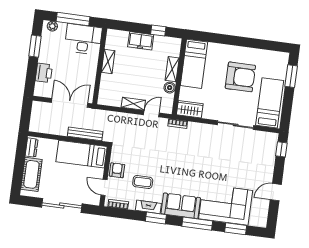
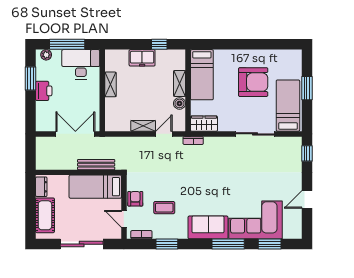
printer: (44, 73) -> (44, 91), moved
window: (291, 76) -> (307, 88), moved
fireplace: (148, 207) -> (174, 233), removed
window: (156, 218) -> (167, 244), moved

